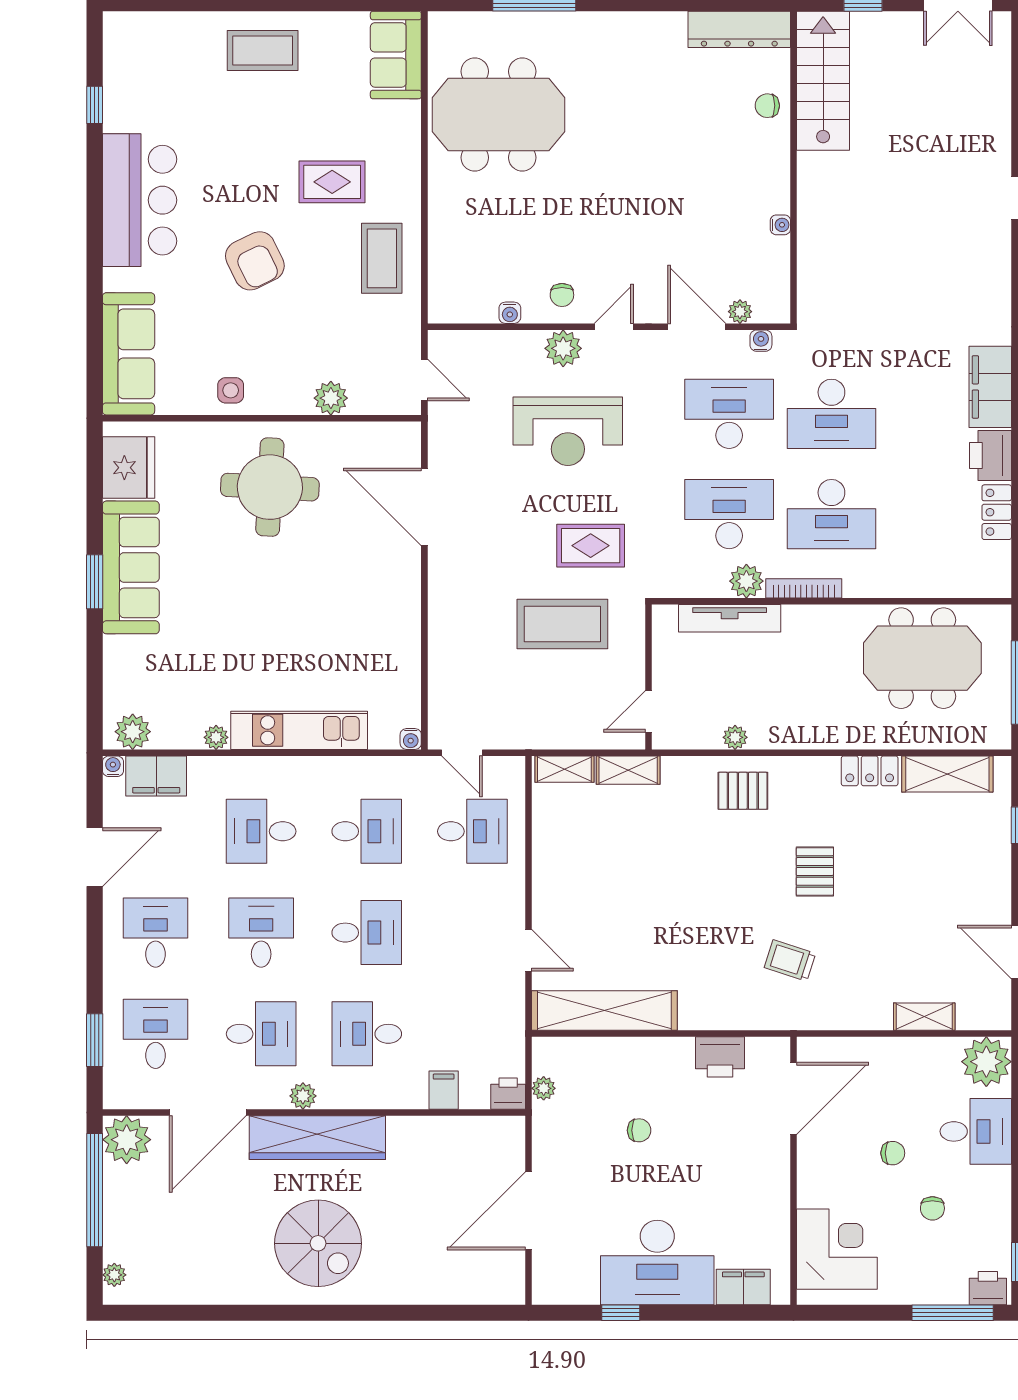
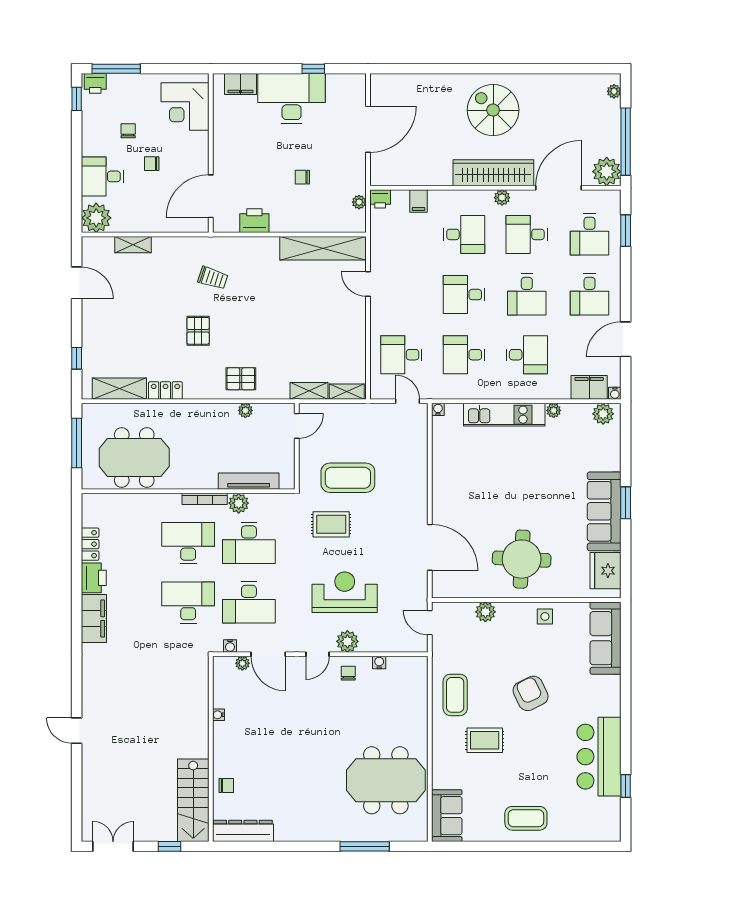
bar counter: (140, 200) -> (599, 757), moved

